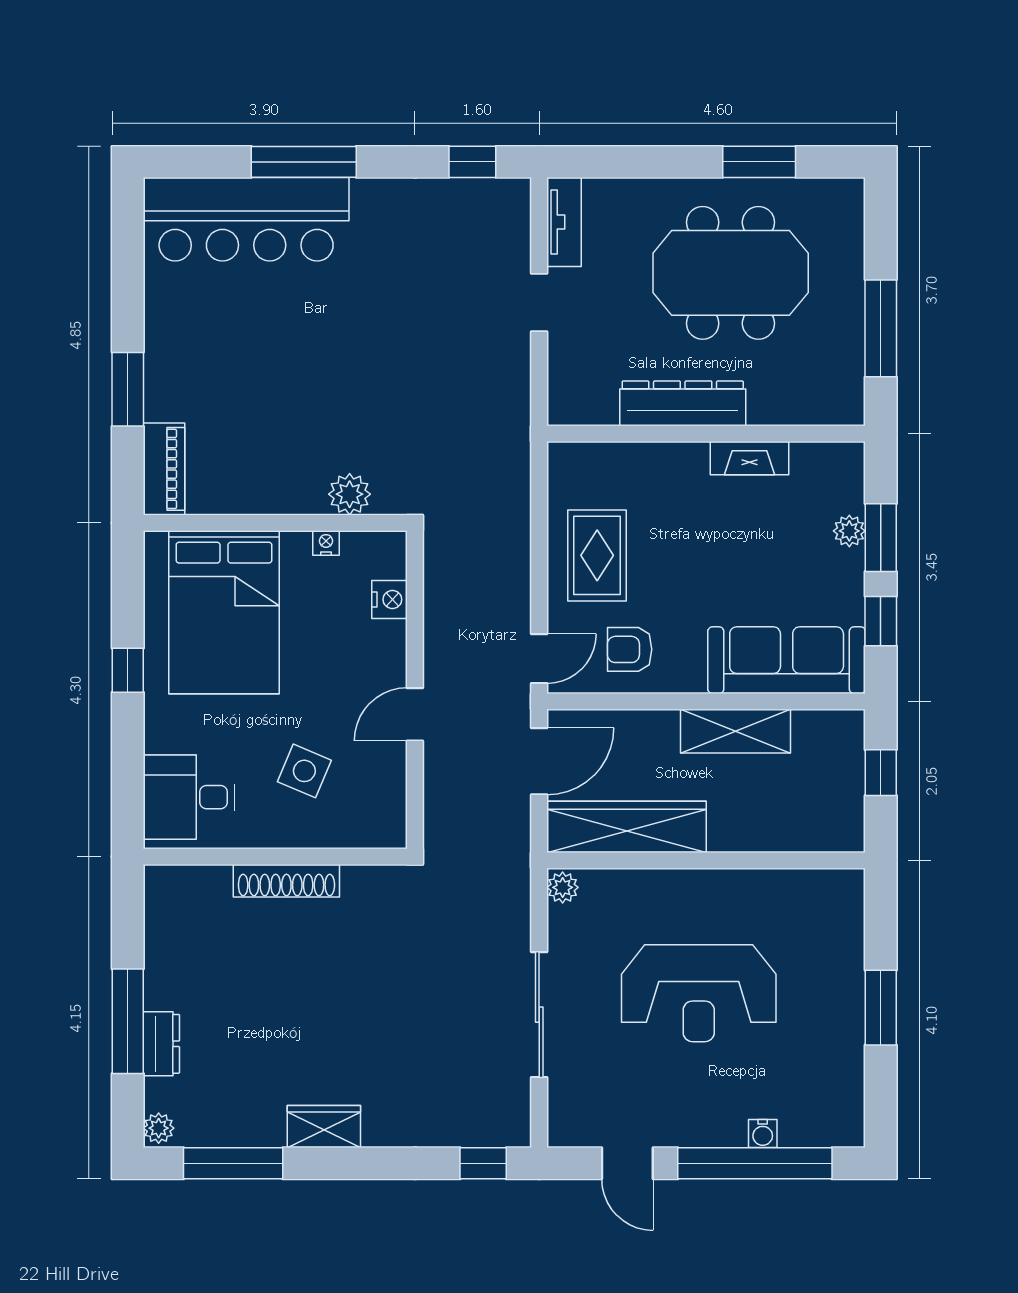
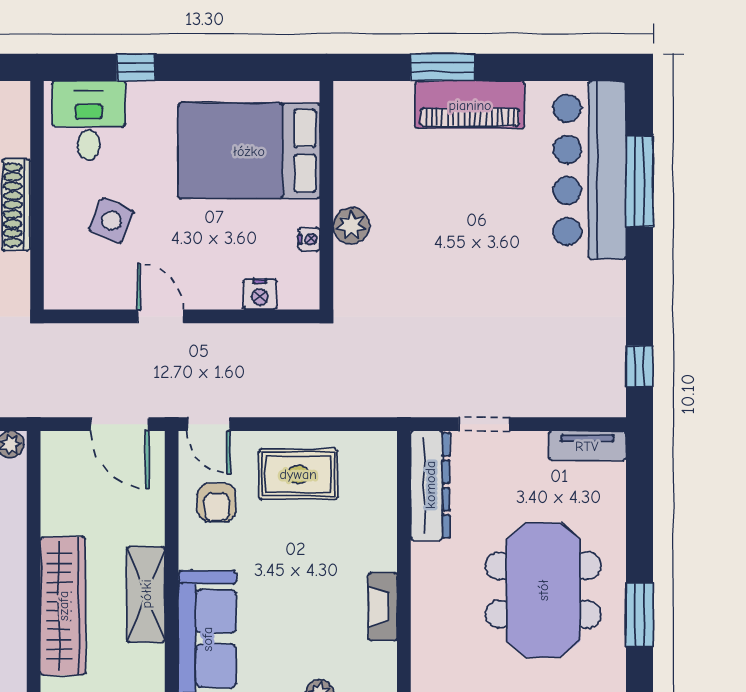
window: (304, 162) -> (640, 181), moved
doorway: (539, 303) -> (484, 424), moved
dresser: (683, 403) -> (430, 485), moved
piano: (164, 469) -> (470, 105), moved, width x1.37, depth x1.33
plant: (350, 494) -> (351, 226), moved
armchair: (630, 649) -> (217, 503), turned 180
window: (128, 670) -> (136, 67), moved
wardrobe: (627, 827) -> (63, 606), moved

